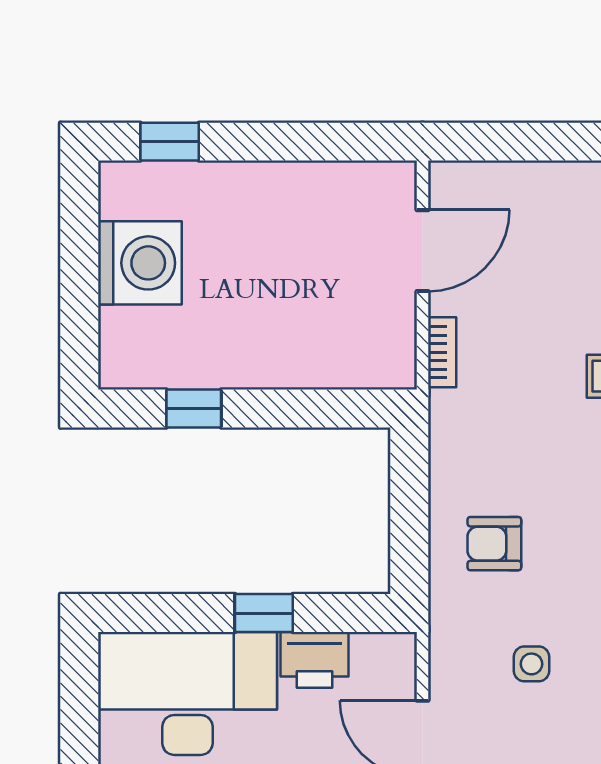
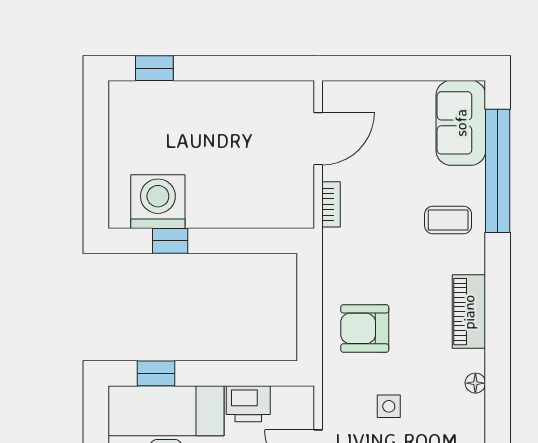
washing machine: (140, 263) -> (158, 202), moved, turned -90
armchair: (494, 544) -> (365, 328), width x1.38, depth x1.38
window: (264, 613) -> (156, 373), moved

